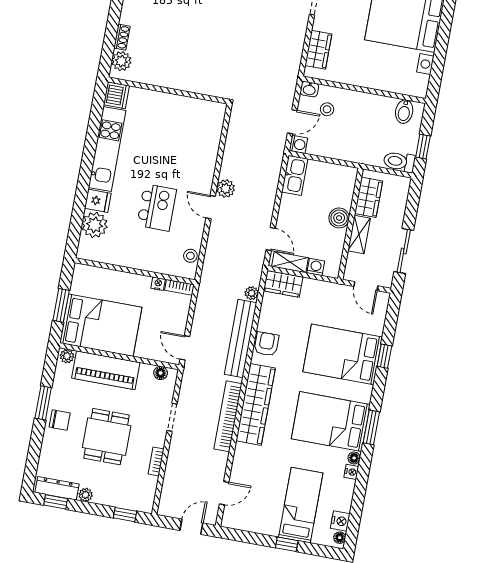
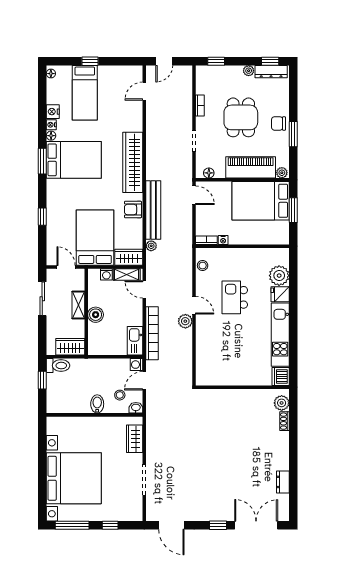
bidet: (404, 112) -> (97, 404), moved
wardrobe: (369, 197) -> (70, 347), moved, turned 90
armchair: (266, 344) -> (133, 210), turned 90
bed: (343, 354) -> (95, 238), moved, turned -90
bookcase: (228, 416) -> (152, 333), moved
nightstand: (340, 521) -> (53, 112), moved

